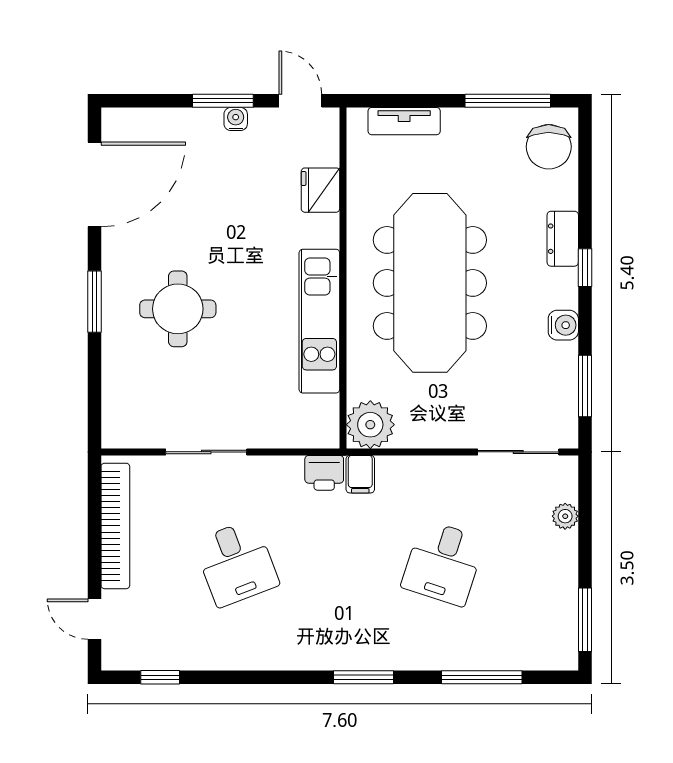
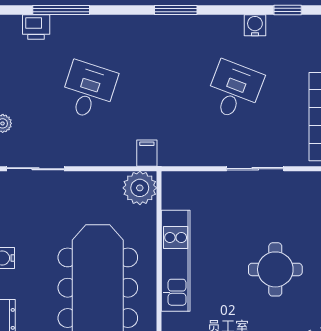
printer: (324, 473) -> (36, 27), moved, turned 180
desk: (236, 563) -> (234, 90), turned 42
water cooler: (207, 656) -> (255, 25), added
window: (364, 677) -> (176, 10), moved

